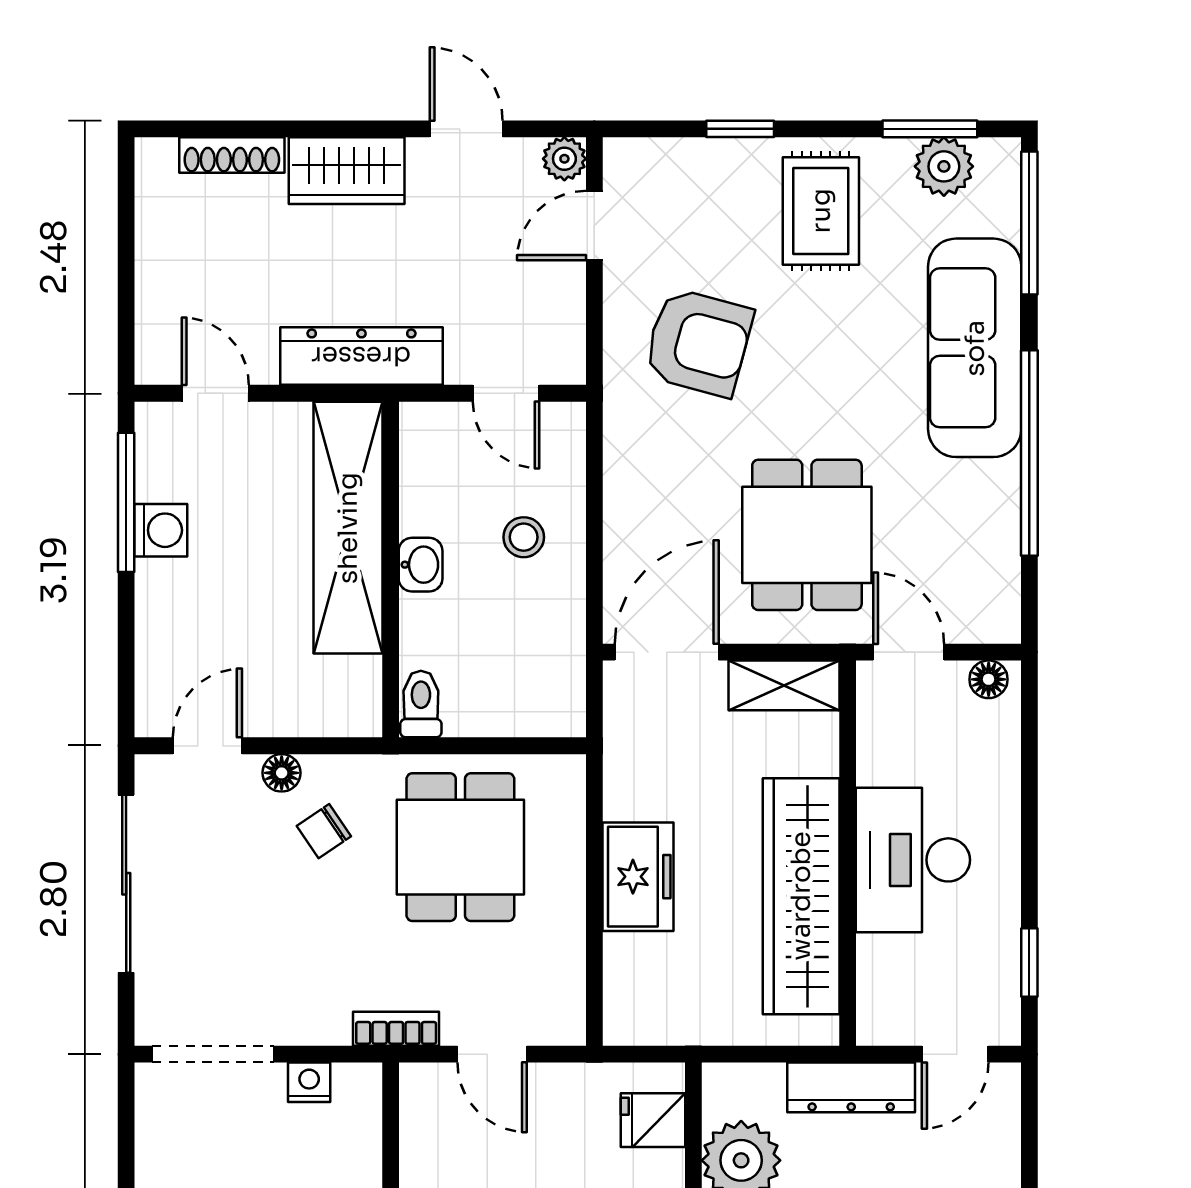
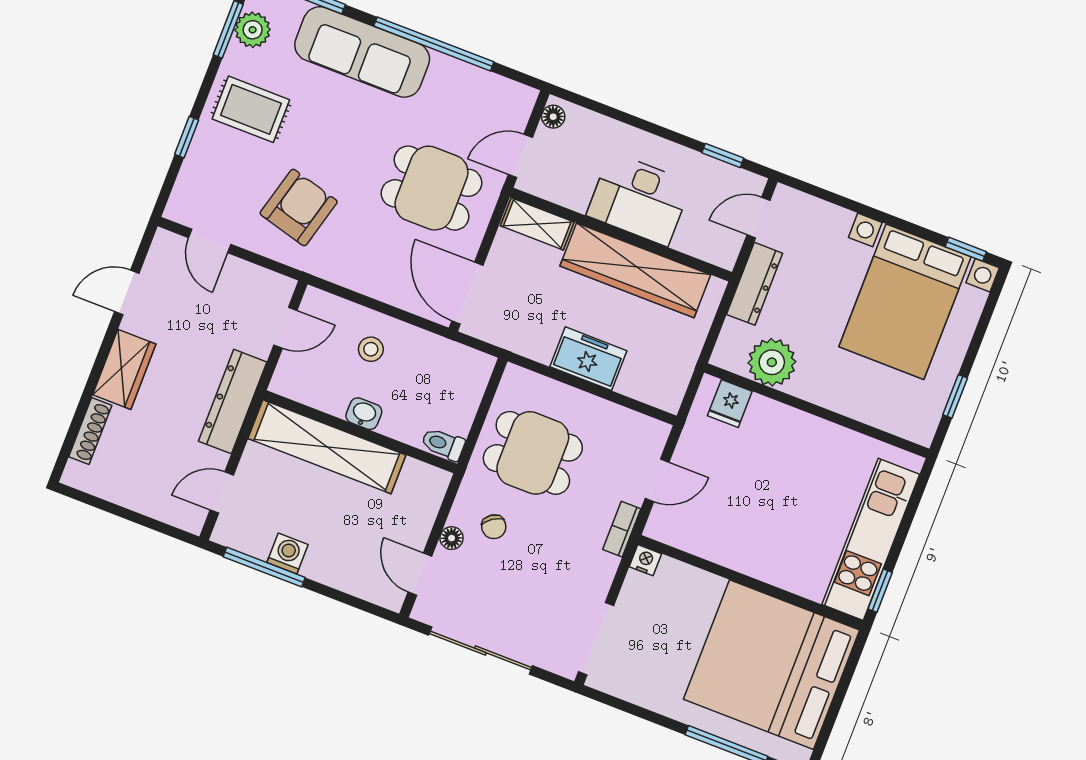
plant: (564, 159) -> (165, 243), removed
shelving: (784, 685) -> (537, 224), moved, turned 90
door: (955, 1054) -> (758, 218), swing flipped
nightstand: (309, 1082) -> (645, 560), moved, turned 90

